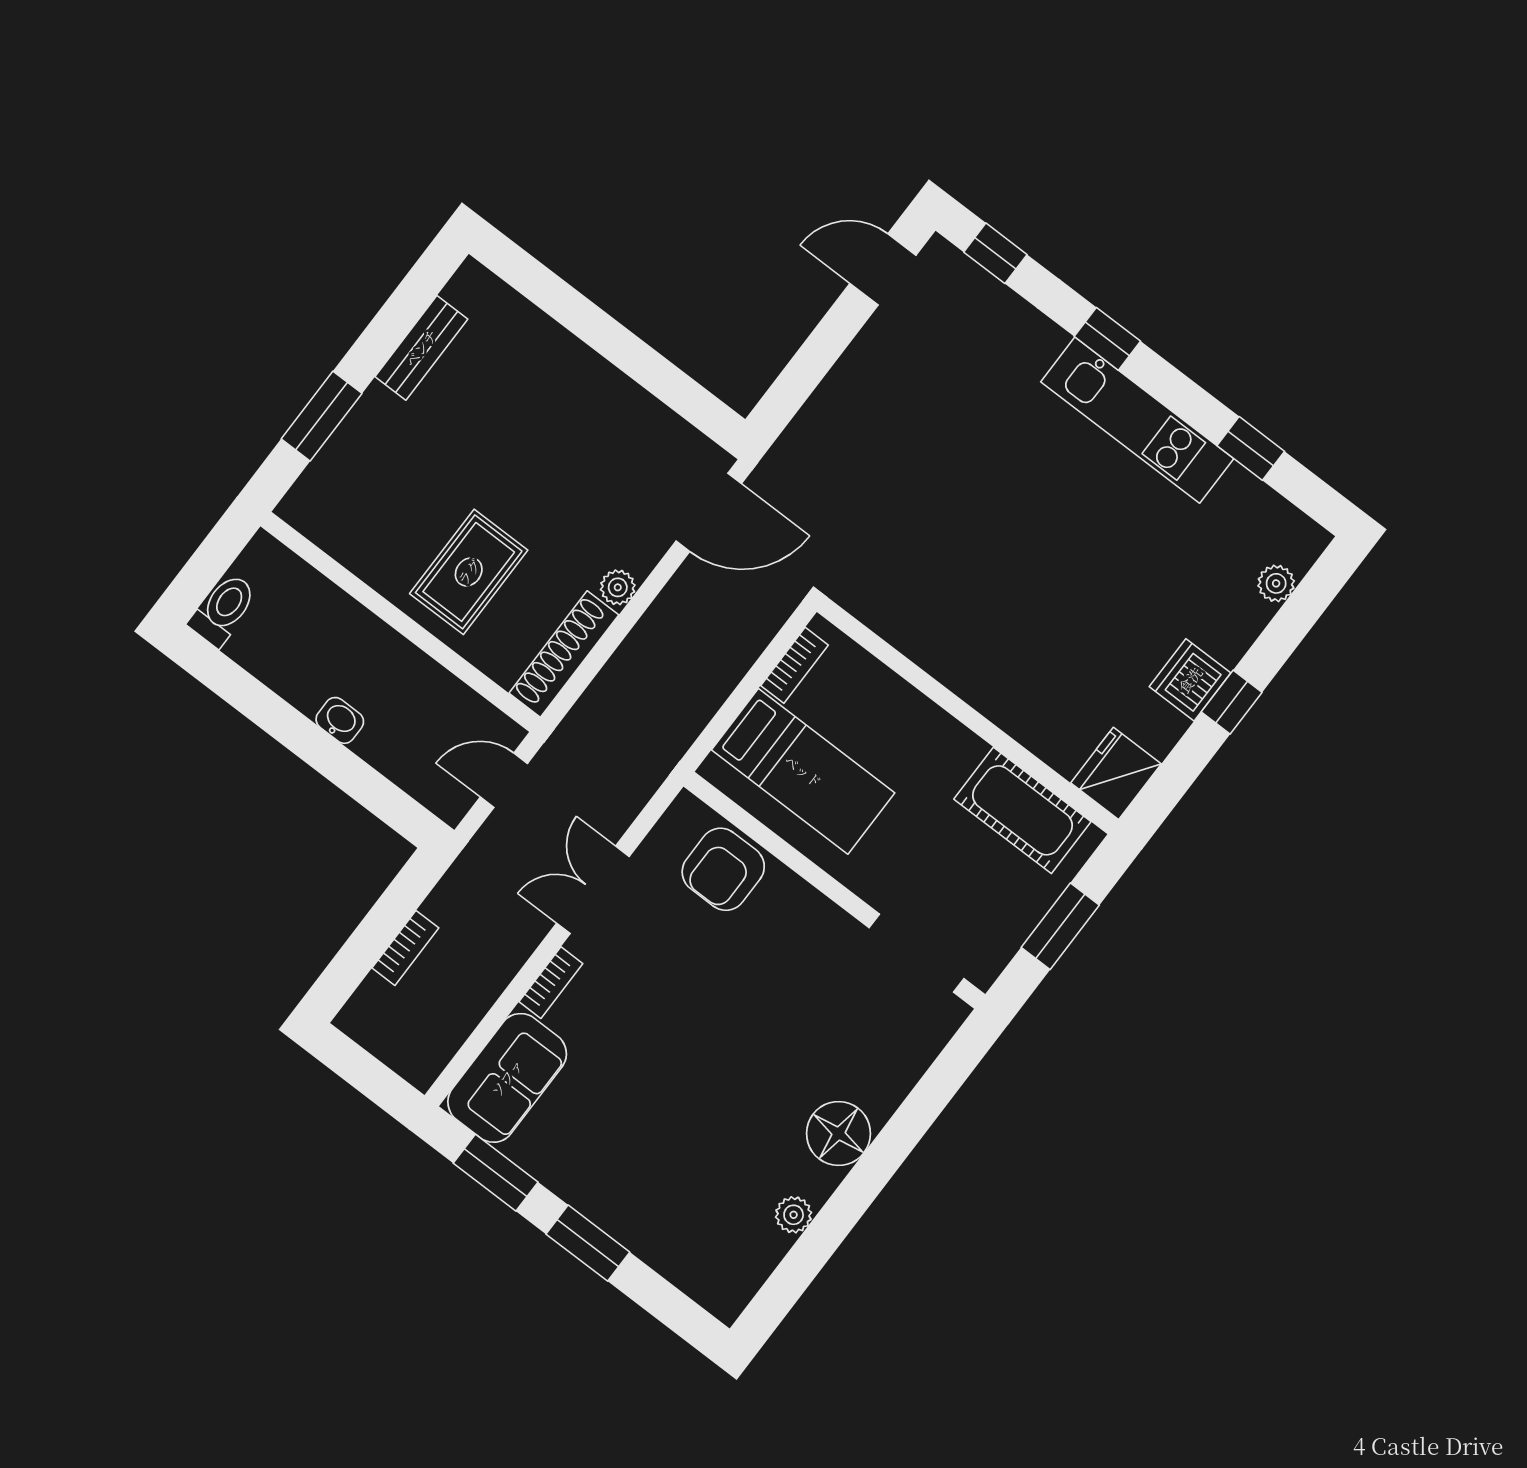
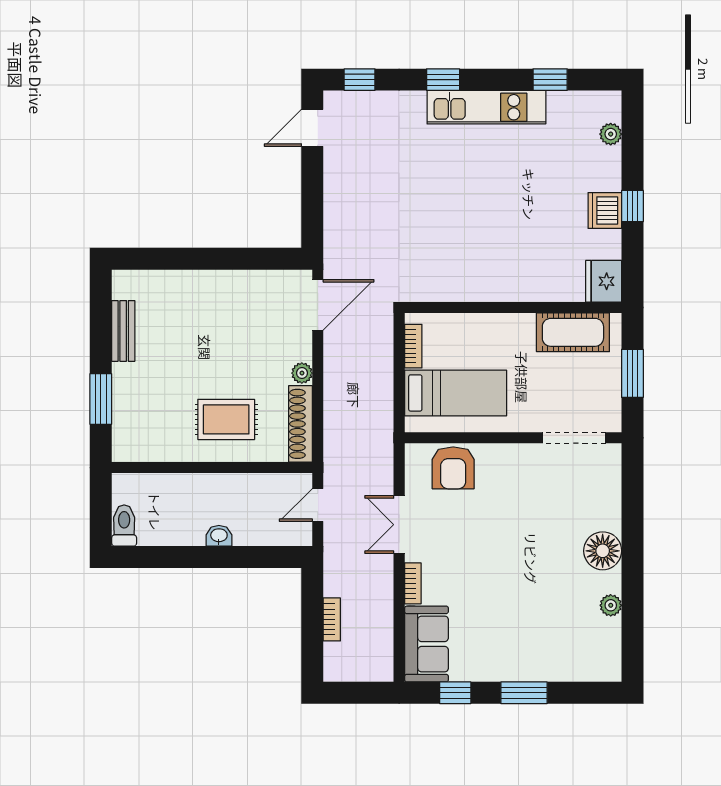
rug: (469, 572) -> (226, 419), turned 90
window: (496, 1173) -> (455, 693), width x0.67

